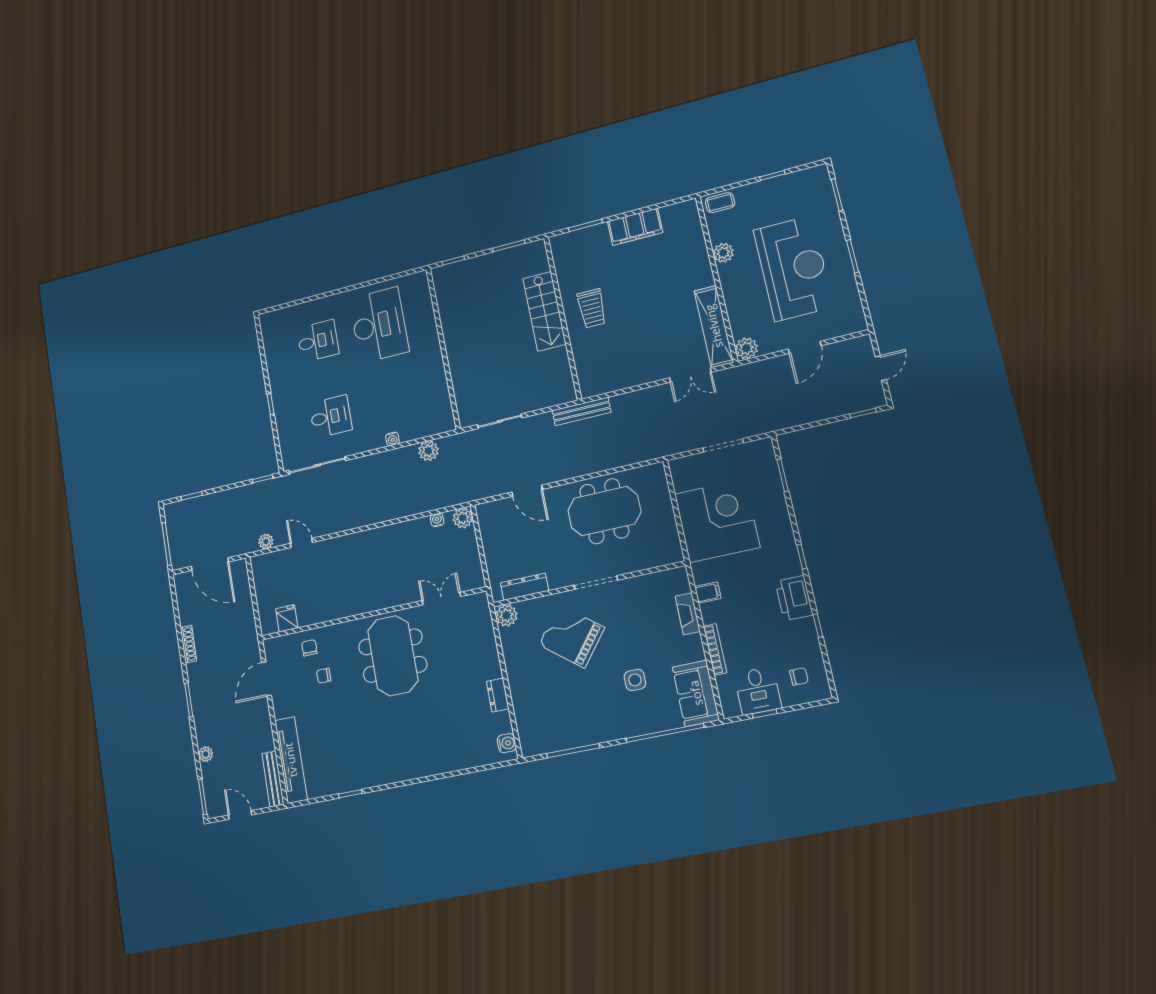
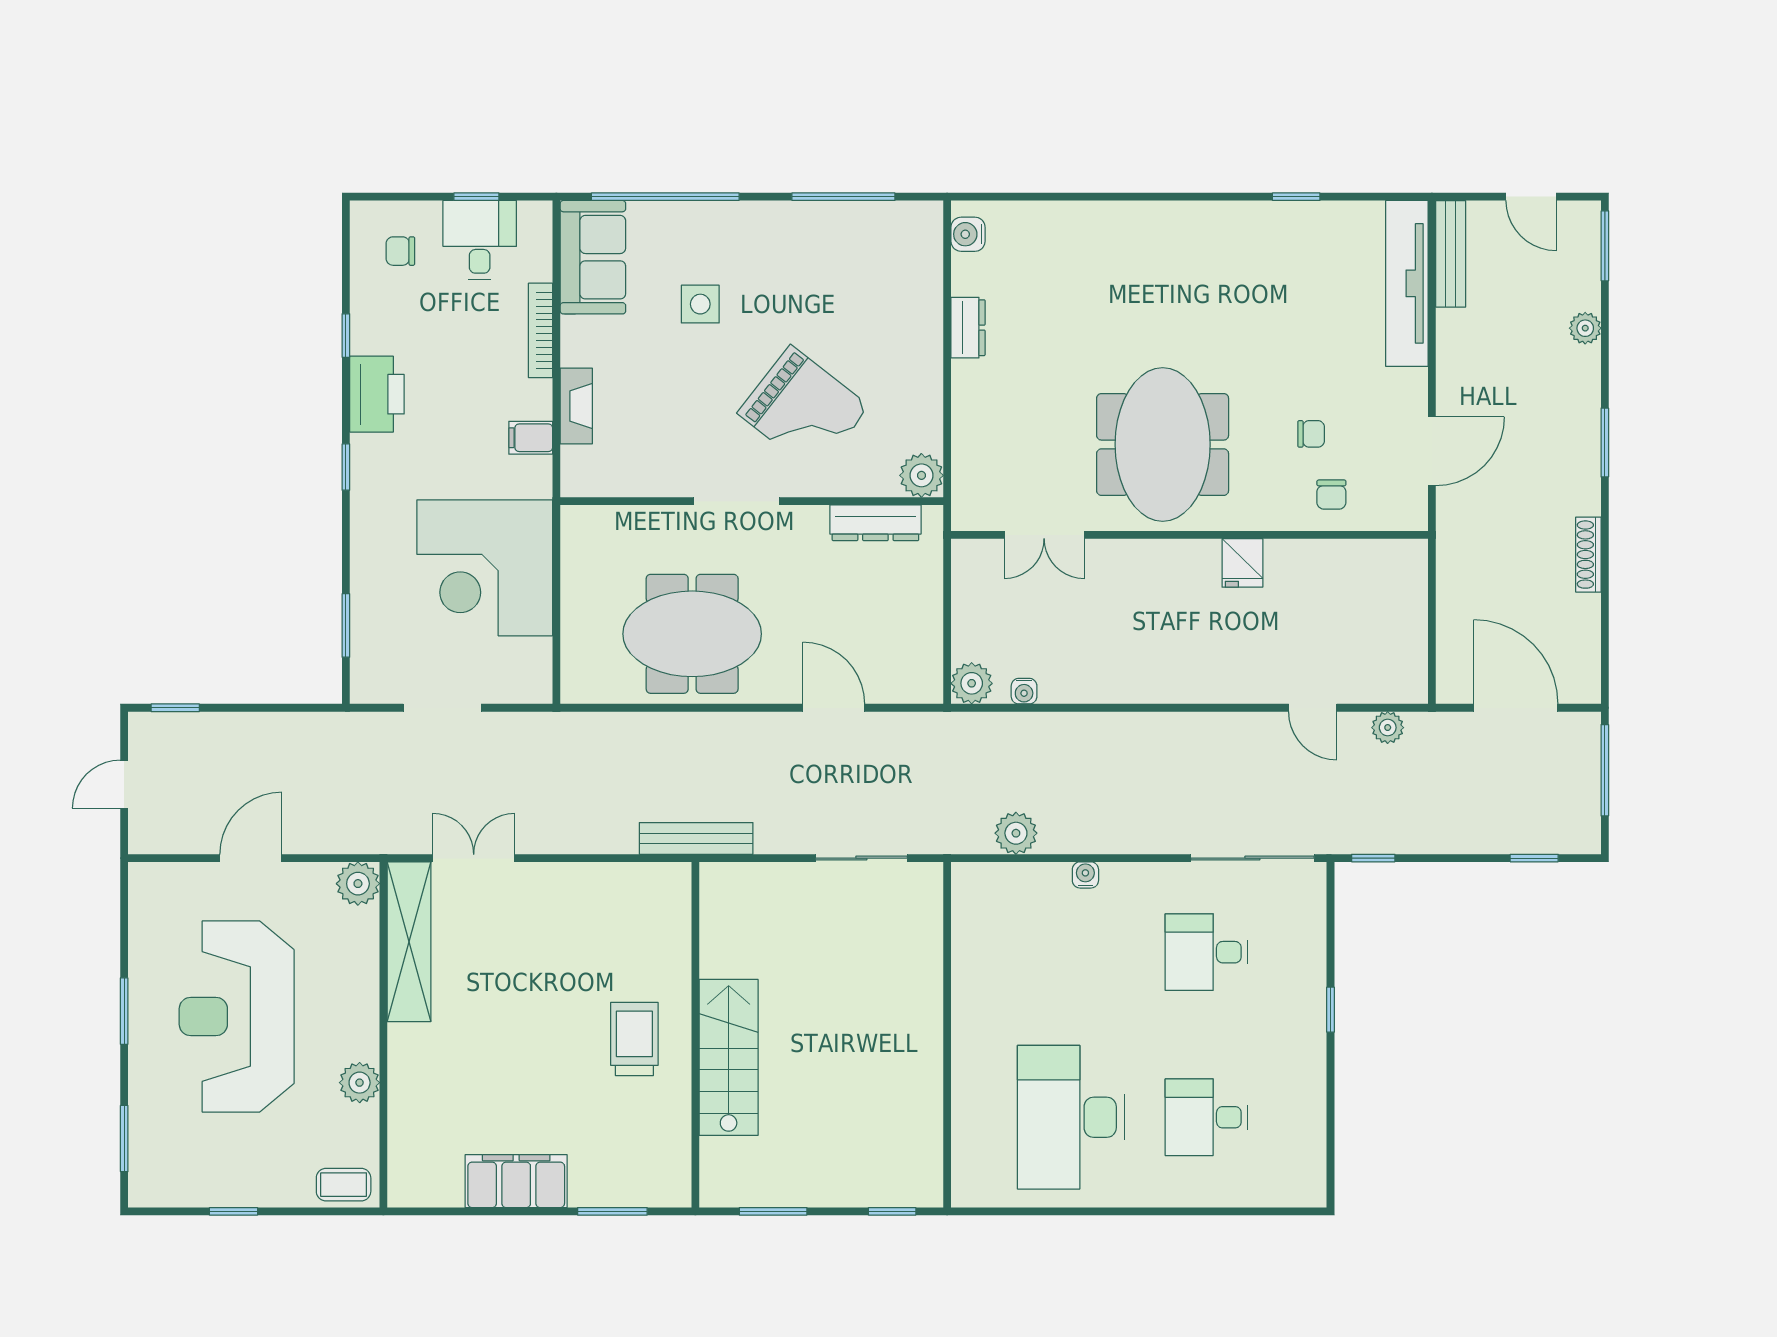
fridge: (287, 618) -> (1242, 563), moved

